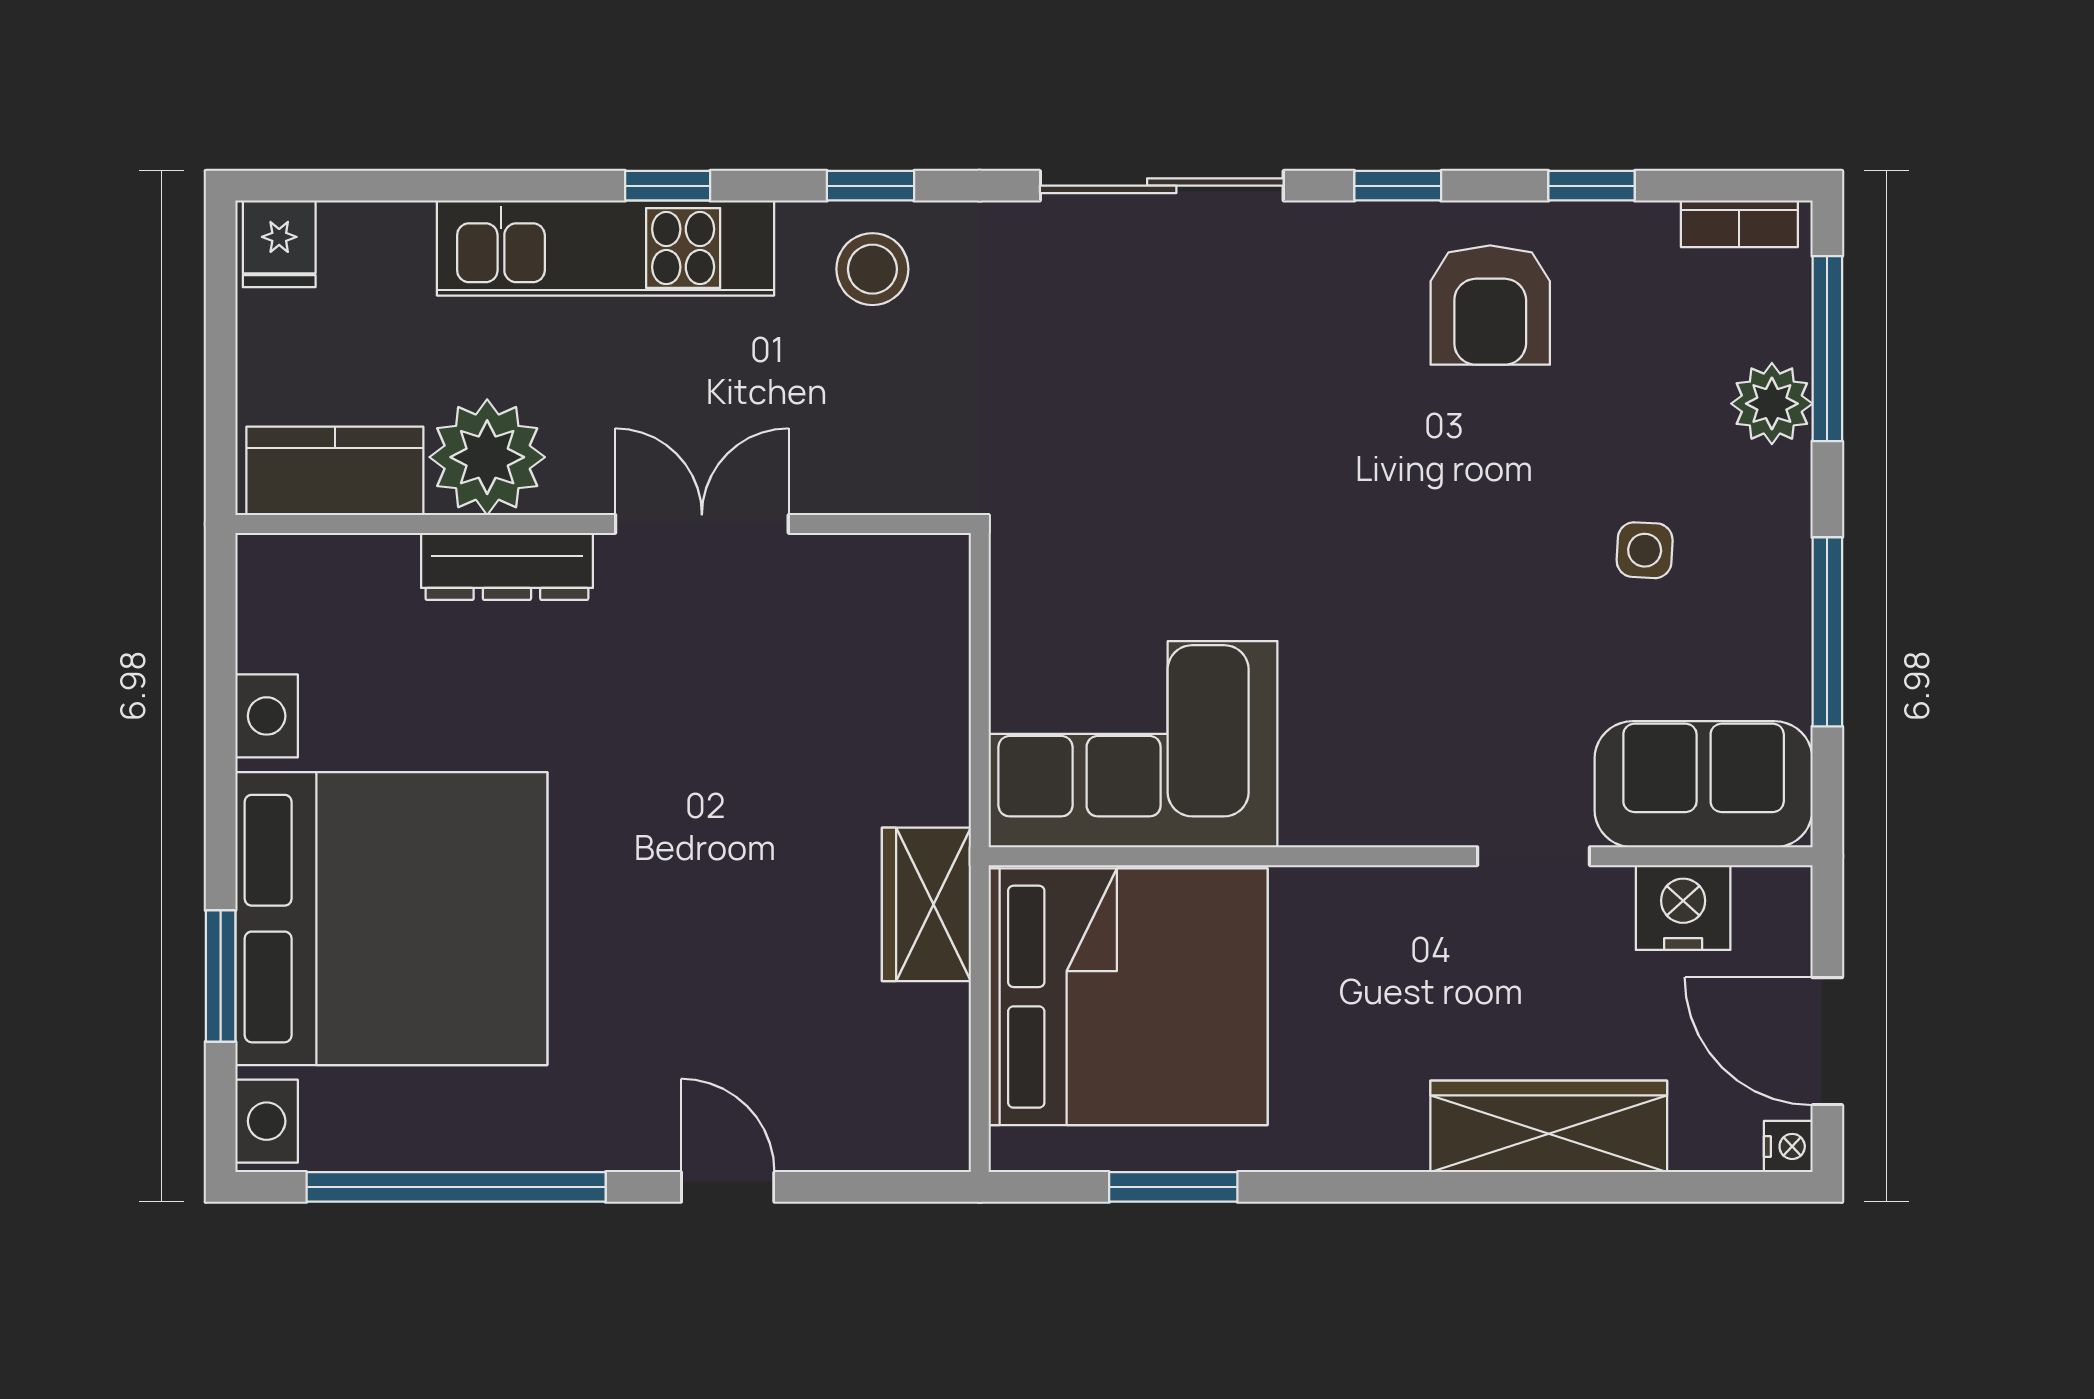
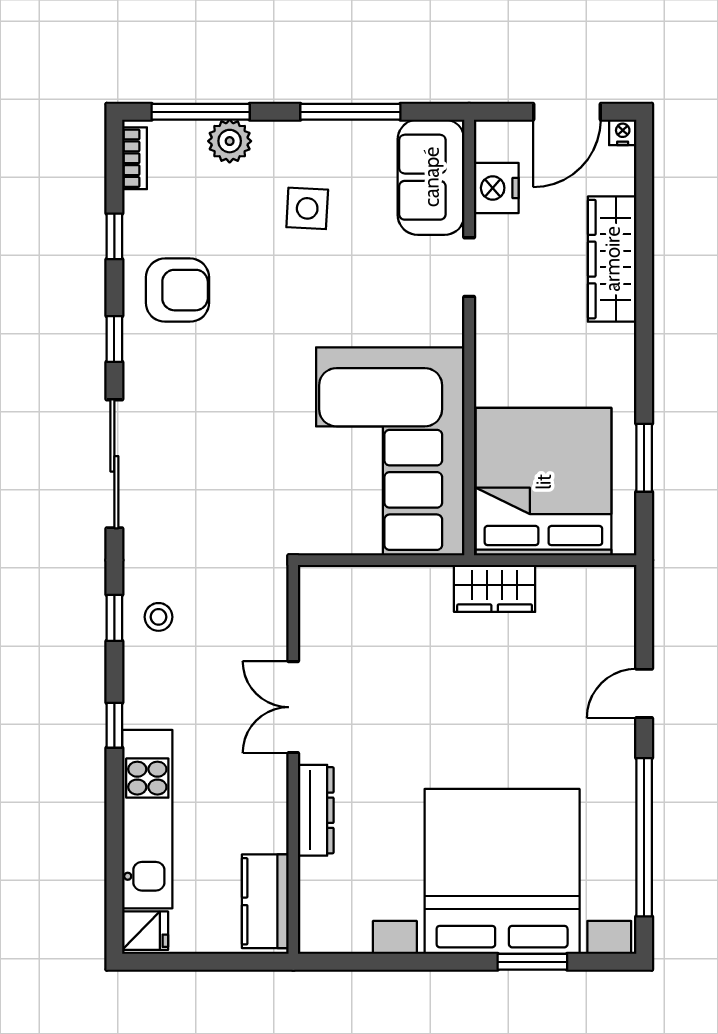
kitchen unit: (606, 248) -> (147, 819), moved
stool: (872, 269) -> (158, 617), width x0.73, depth x0.73
plant: (487, 457) -> (258, 821), removed
side table: (1645, 550) -> (307, 208), width x1.37, depth x1.37
corner sofa: (1133, 744) -> (390, 451), width x1.36, depth x1.36

